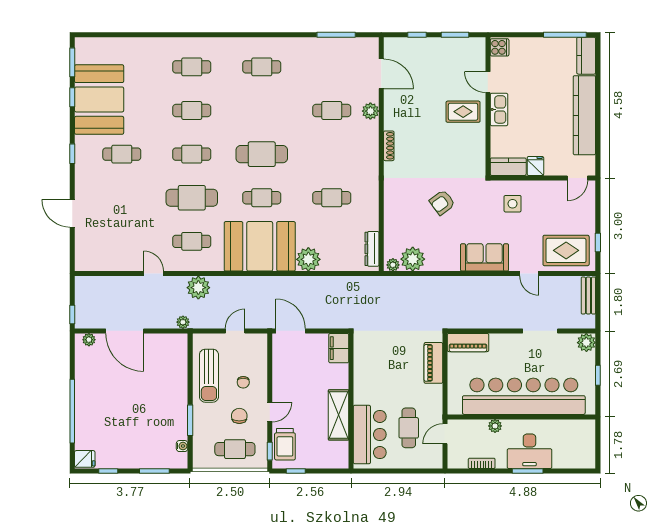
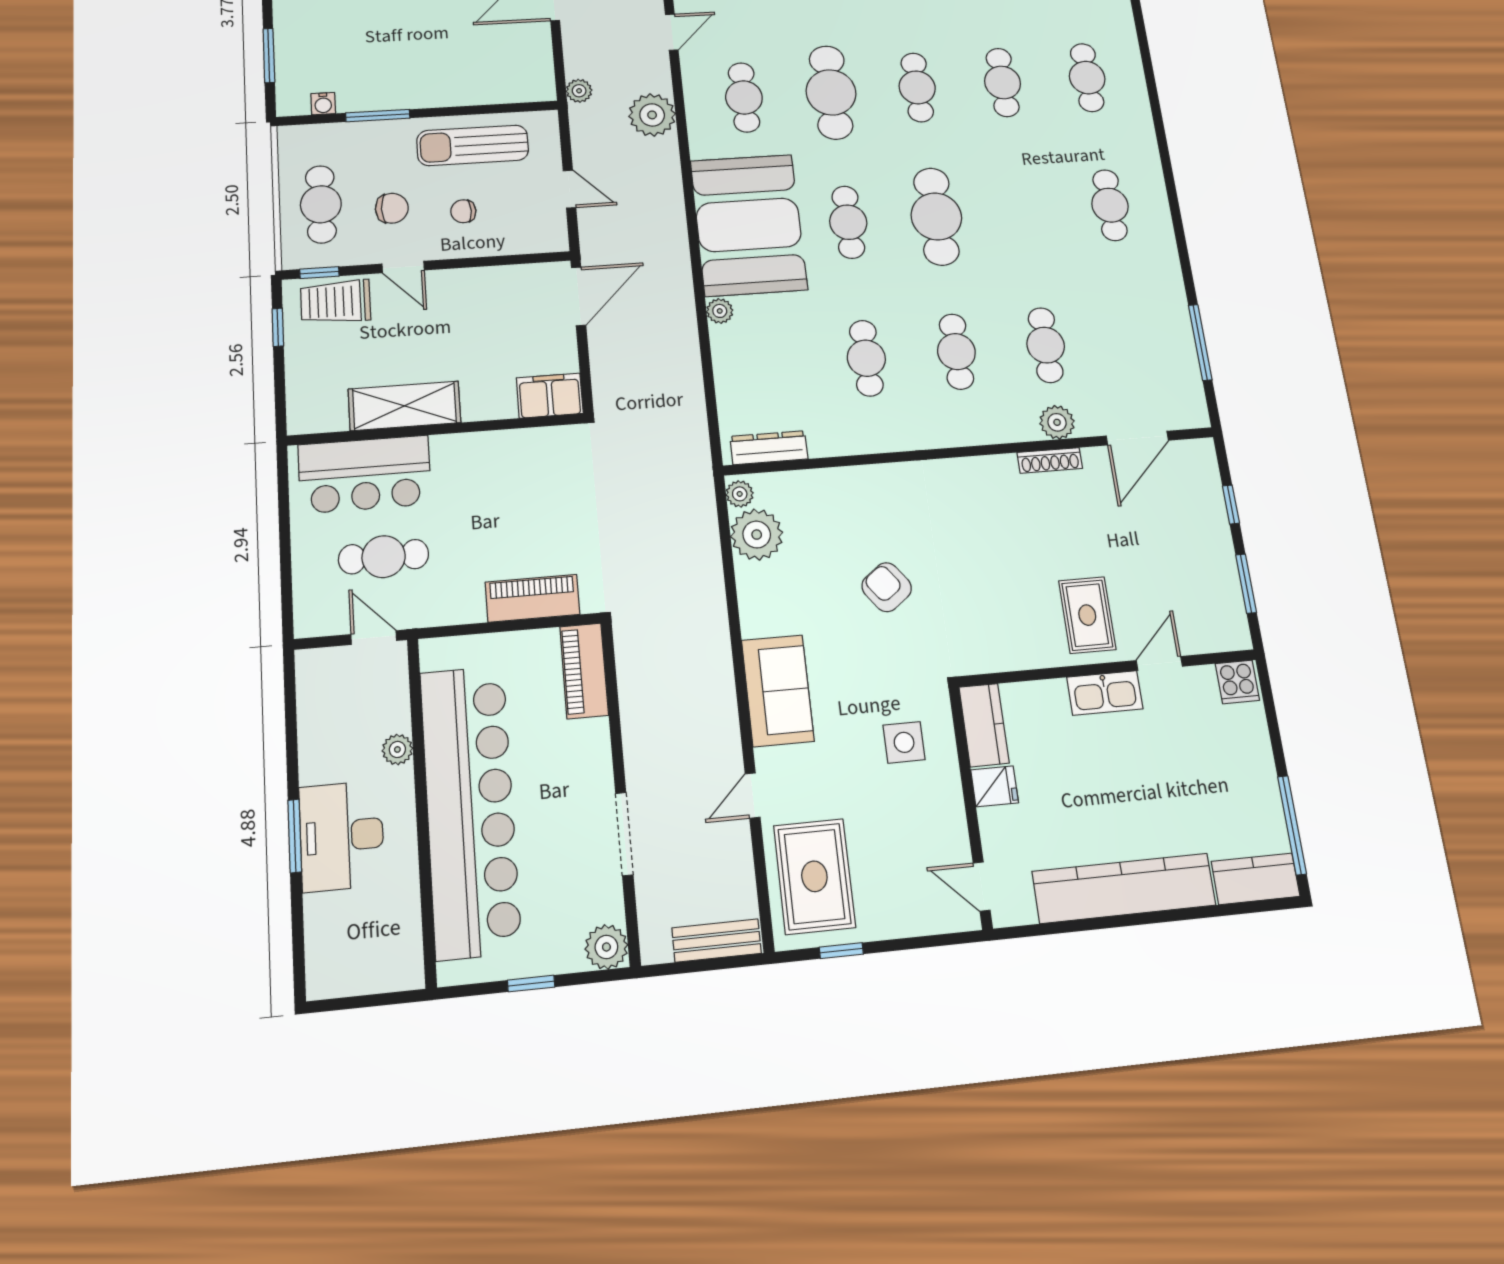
shoe rack: (389, 146) -> (1050, 460), moved
cafe table: (332, 154) -> (956, 352), added
plant: (308, 259) -> (720, 311), width x0.53, depth x0.53
bookcase: (482, 463) -> (309, 727), removed

